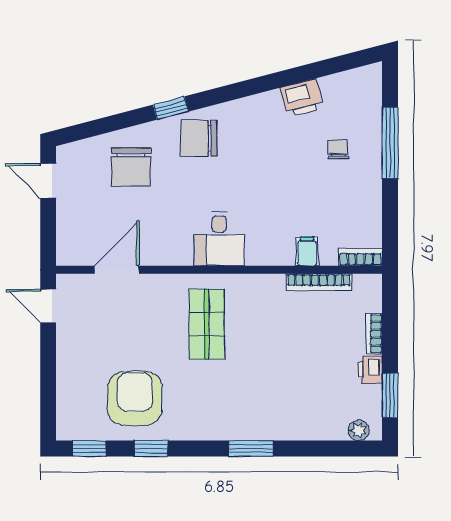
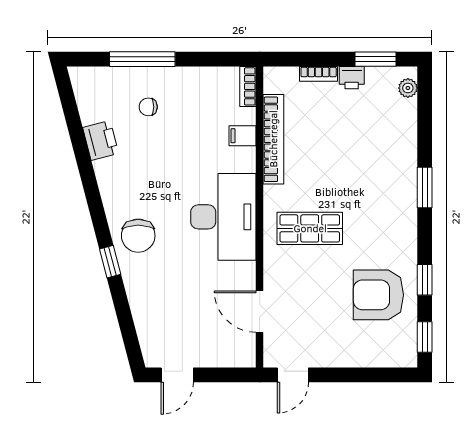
chair: (131, 167) -> (164, 298), removed
desk: (219, 239) -> (223, 217), width x1.87, depth x1.30
bookcase: (319, 282) -> (273, 139), width x1.48, depth x1.31

